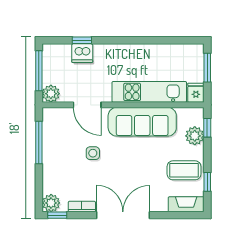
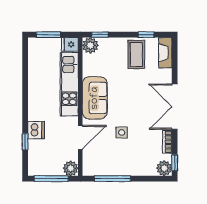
dishwasher: (82, 53) -> (36, 130), moved
sofa: (142, 122) -> (95, 98), width x0.73
plant: (195, 136) -> (90, 45), moved

